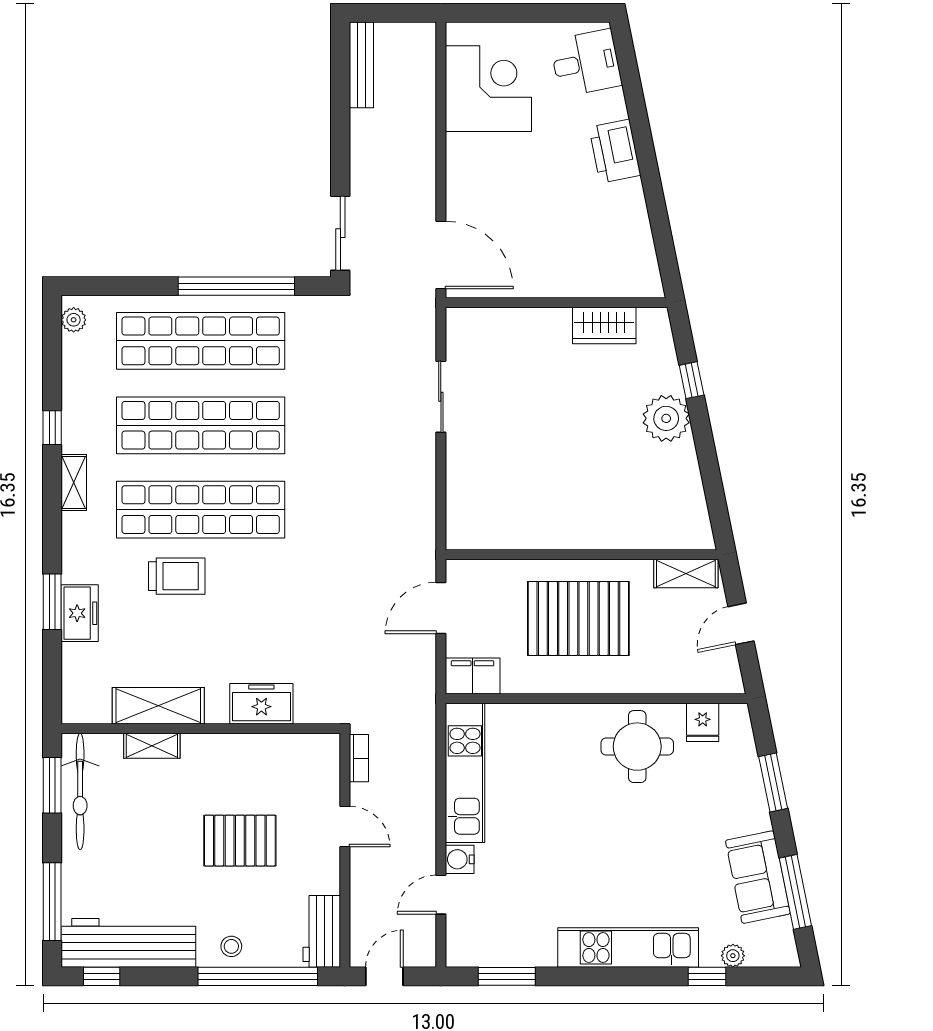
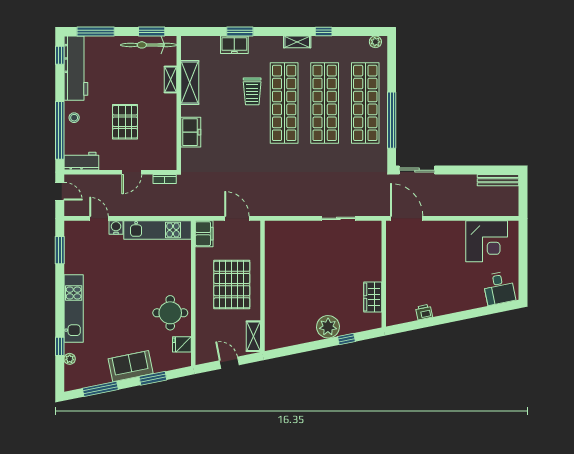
printer: (615, 151) -> (424, 312), moved, width x0.53, depth x0.68
door: (441, 255) -> (407, 218), swing flipped
sofa: (758, 877) -> (131, 366), moved

